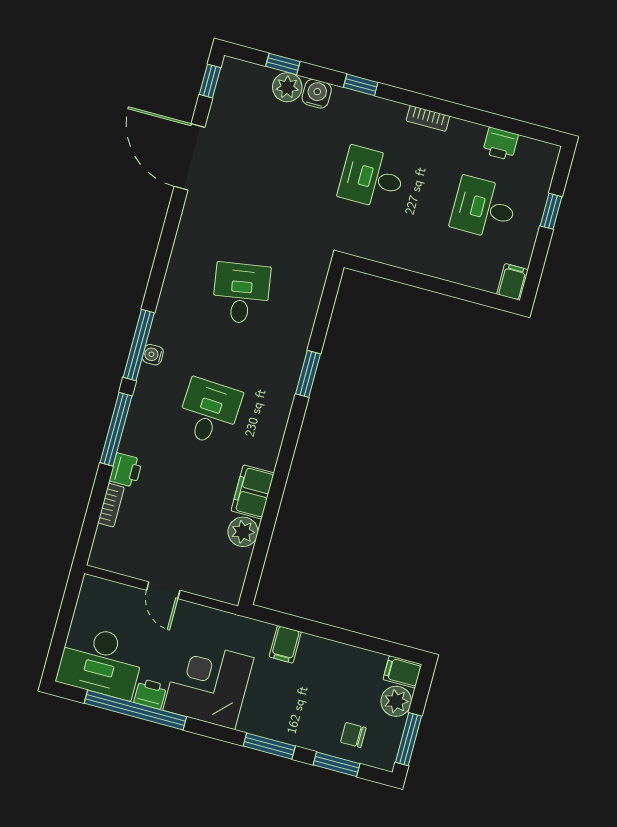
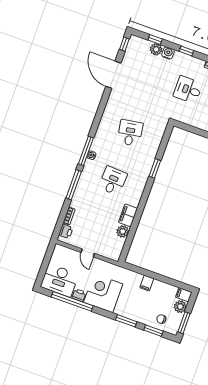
printer: (126, 470) -> (66, 231), moved
filing cabinet: (285, 644) -> (147, 283), moved

